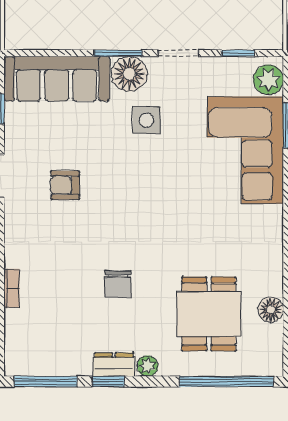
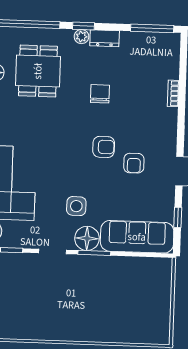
armchair: (65, 185) -> (134, 163), turned 90
armchair: (110, 207) -> (104, 147), added
window: (108, 382) -> (83, 26), moved

